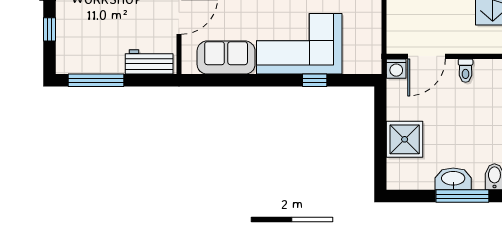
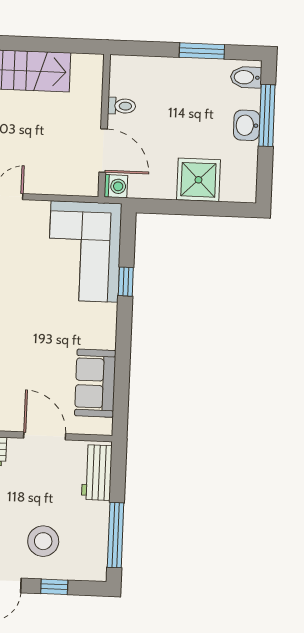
stool: (88, 18) -> (43, 541), added
corner sofa: (299, 44) -> (85, 252), moved
washbasin: (453, 179) -> (247, 125), width x0.72

